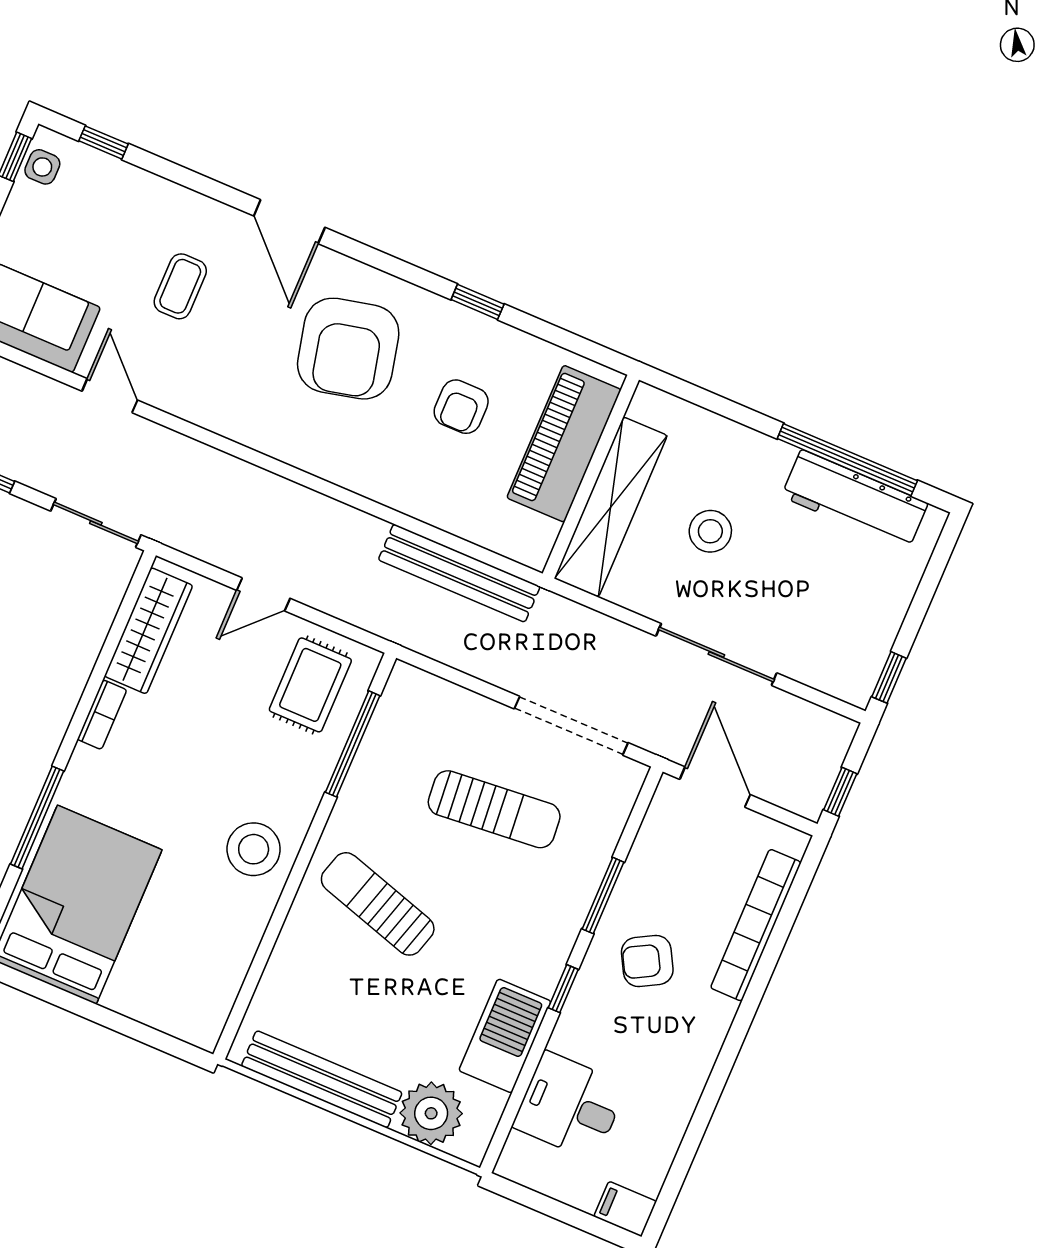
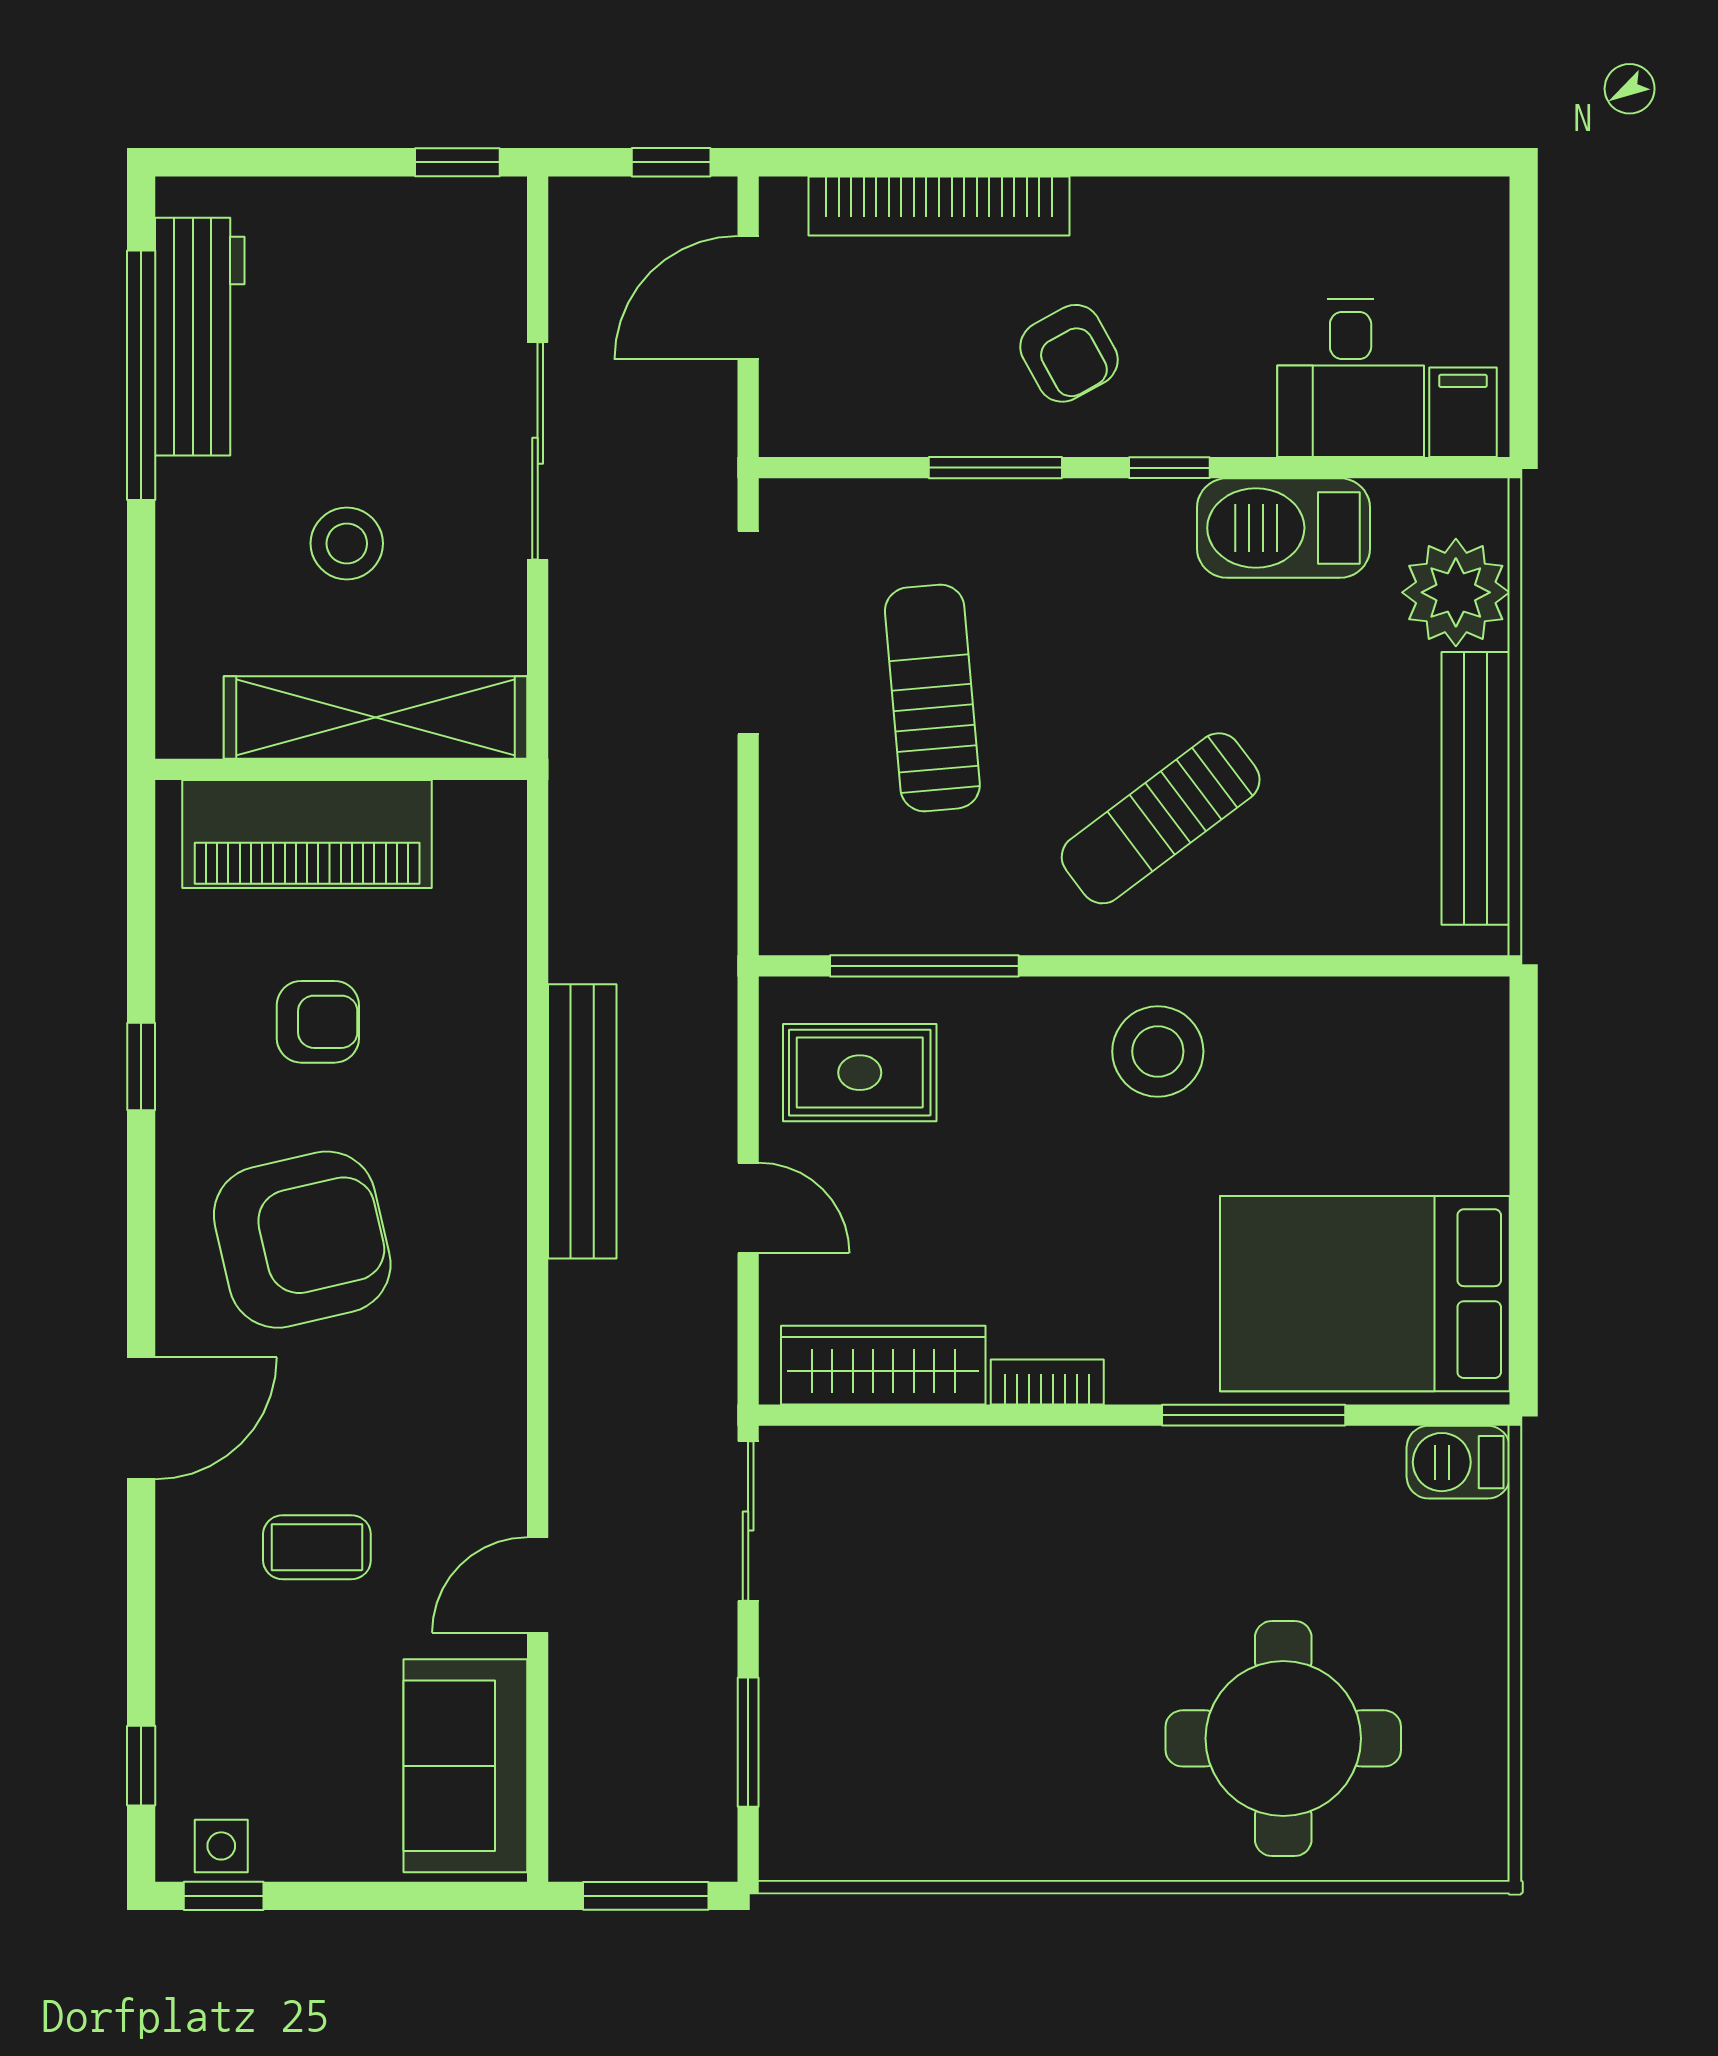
bench: (459, 573) -> (582, 1121), moved
door: (715, 787) -> (748, 298), moved
sun lounger: (378, 904) -> (1161, 818), turned 36
filing cabinet: (625, 1209) -> (1463, 412), moved, turned 180

